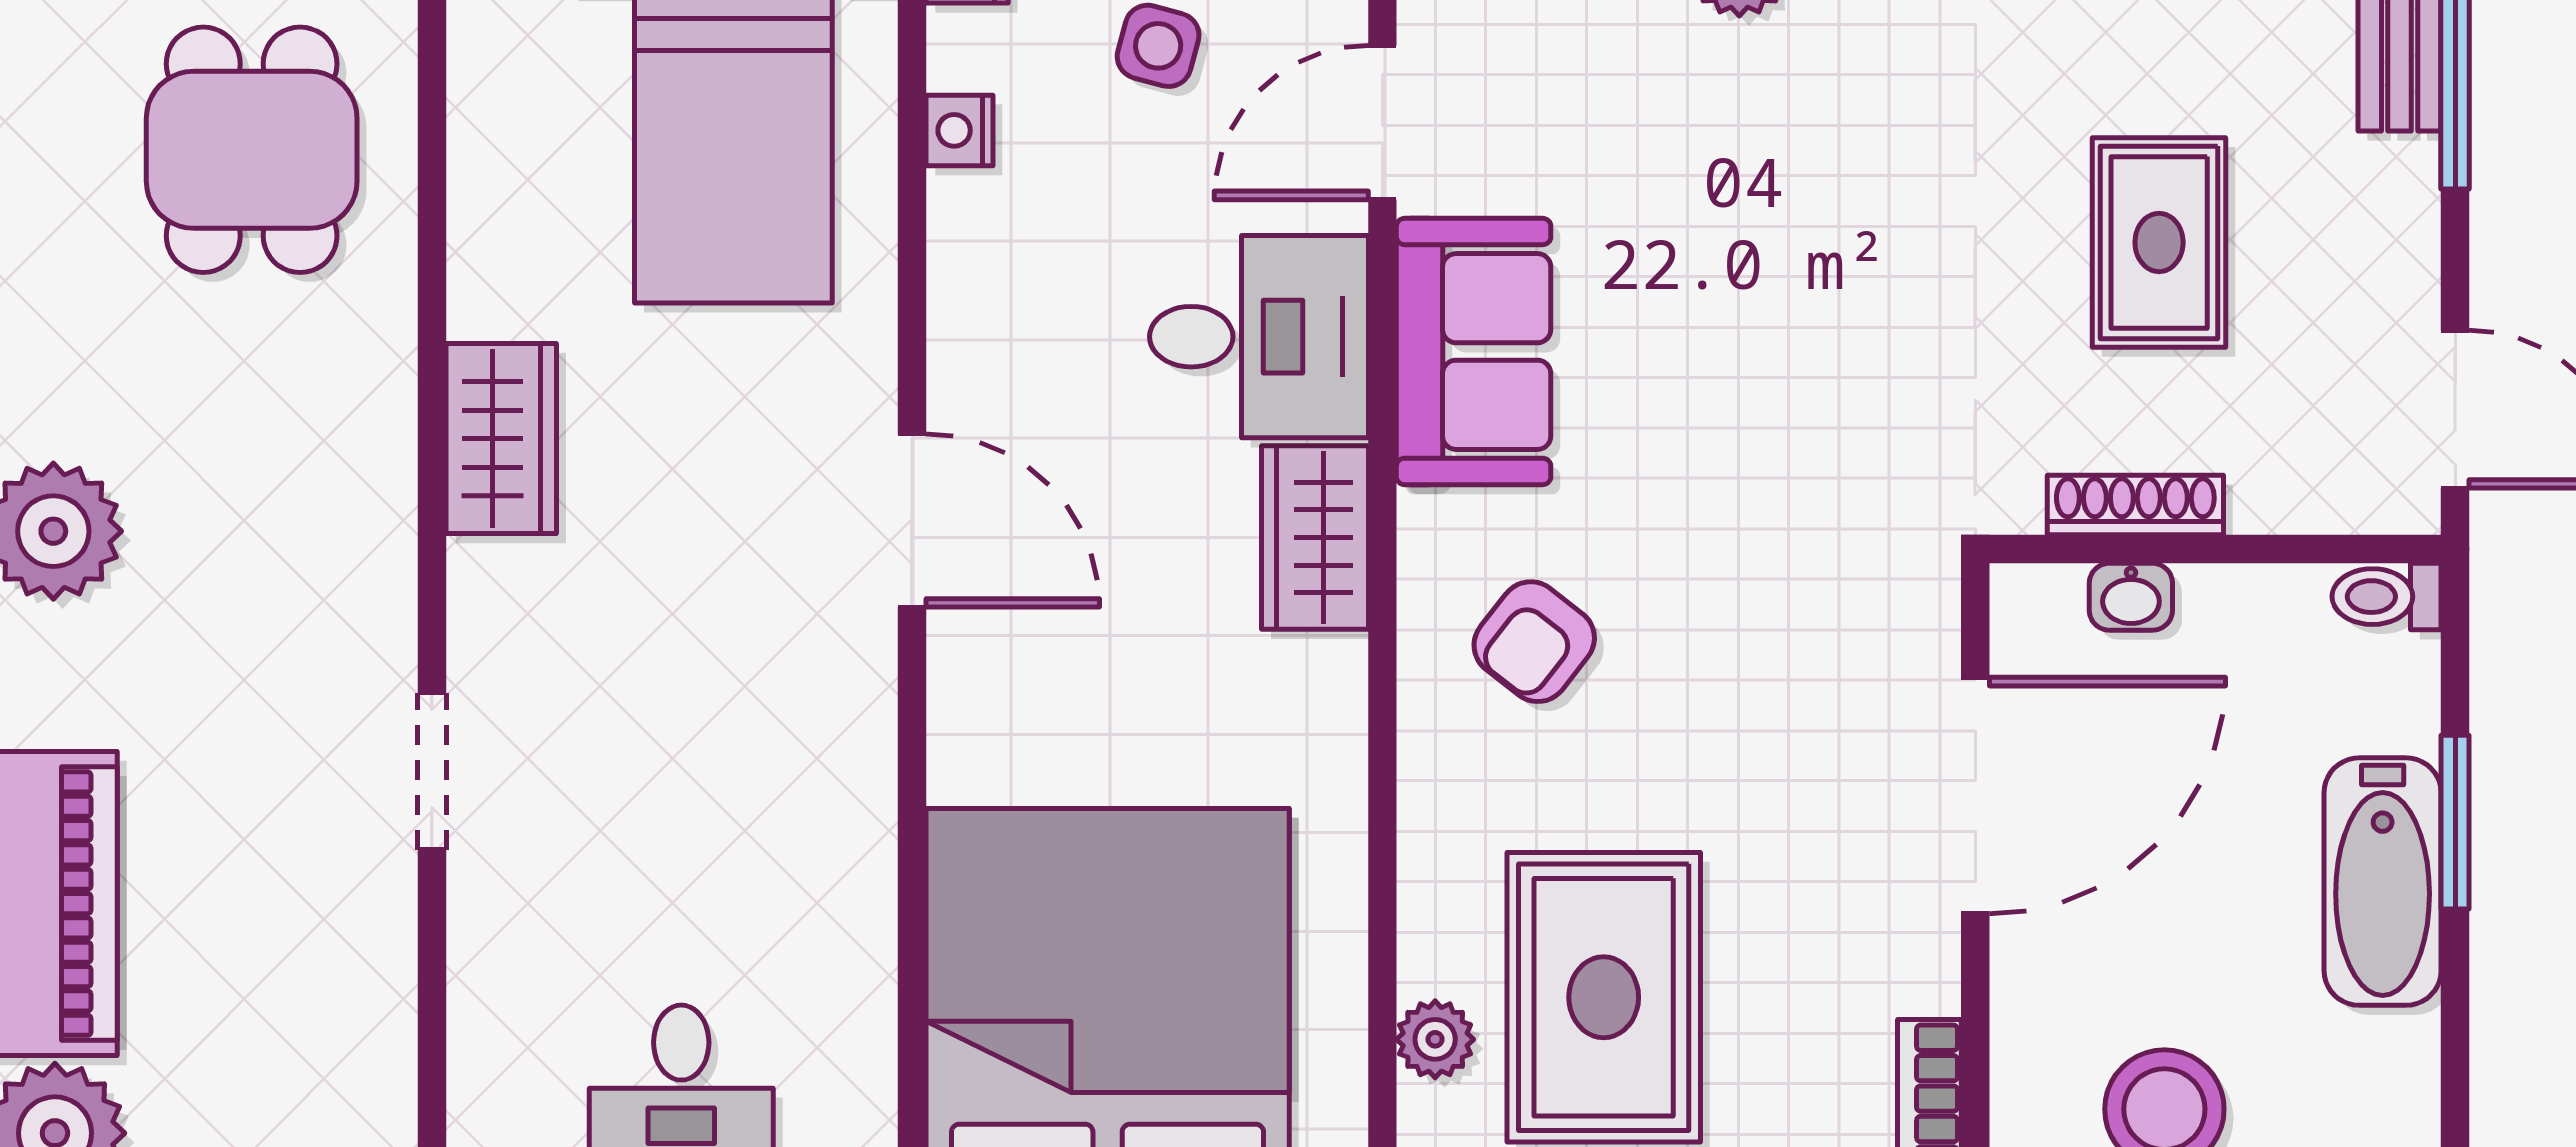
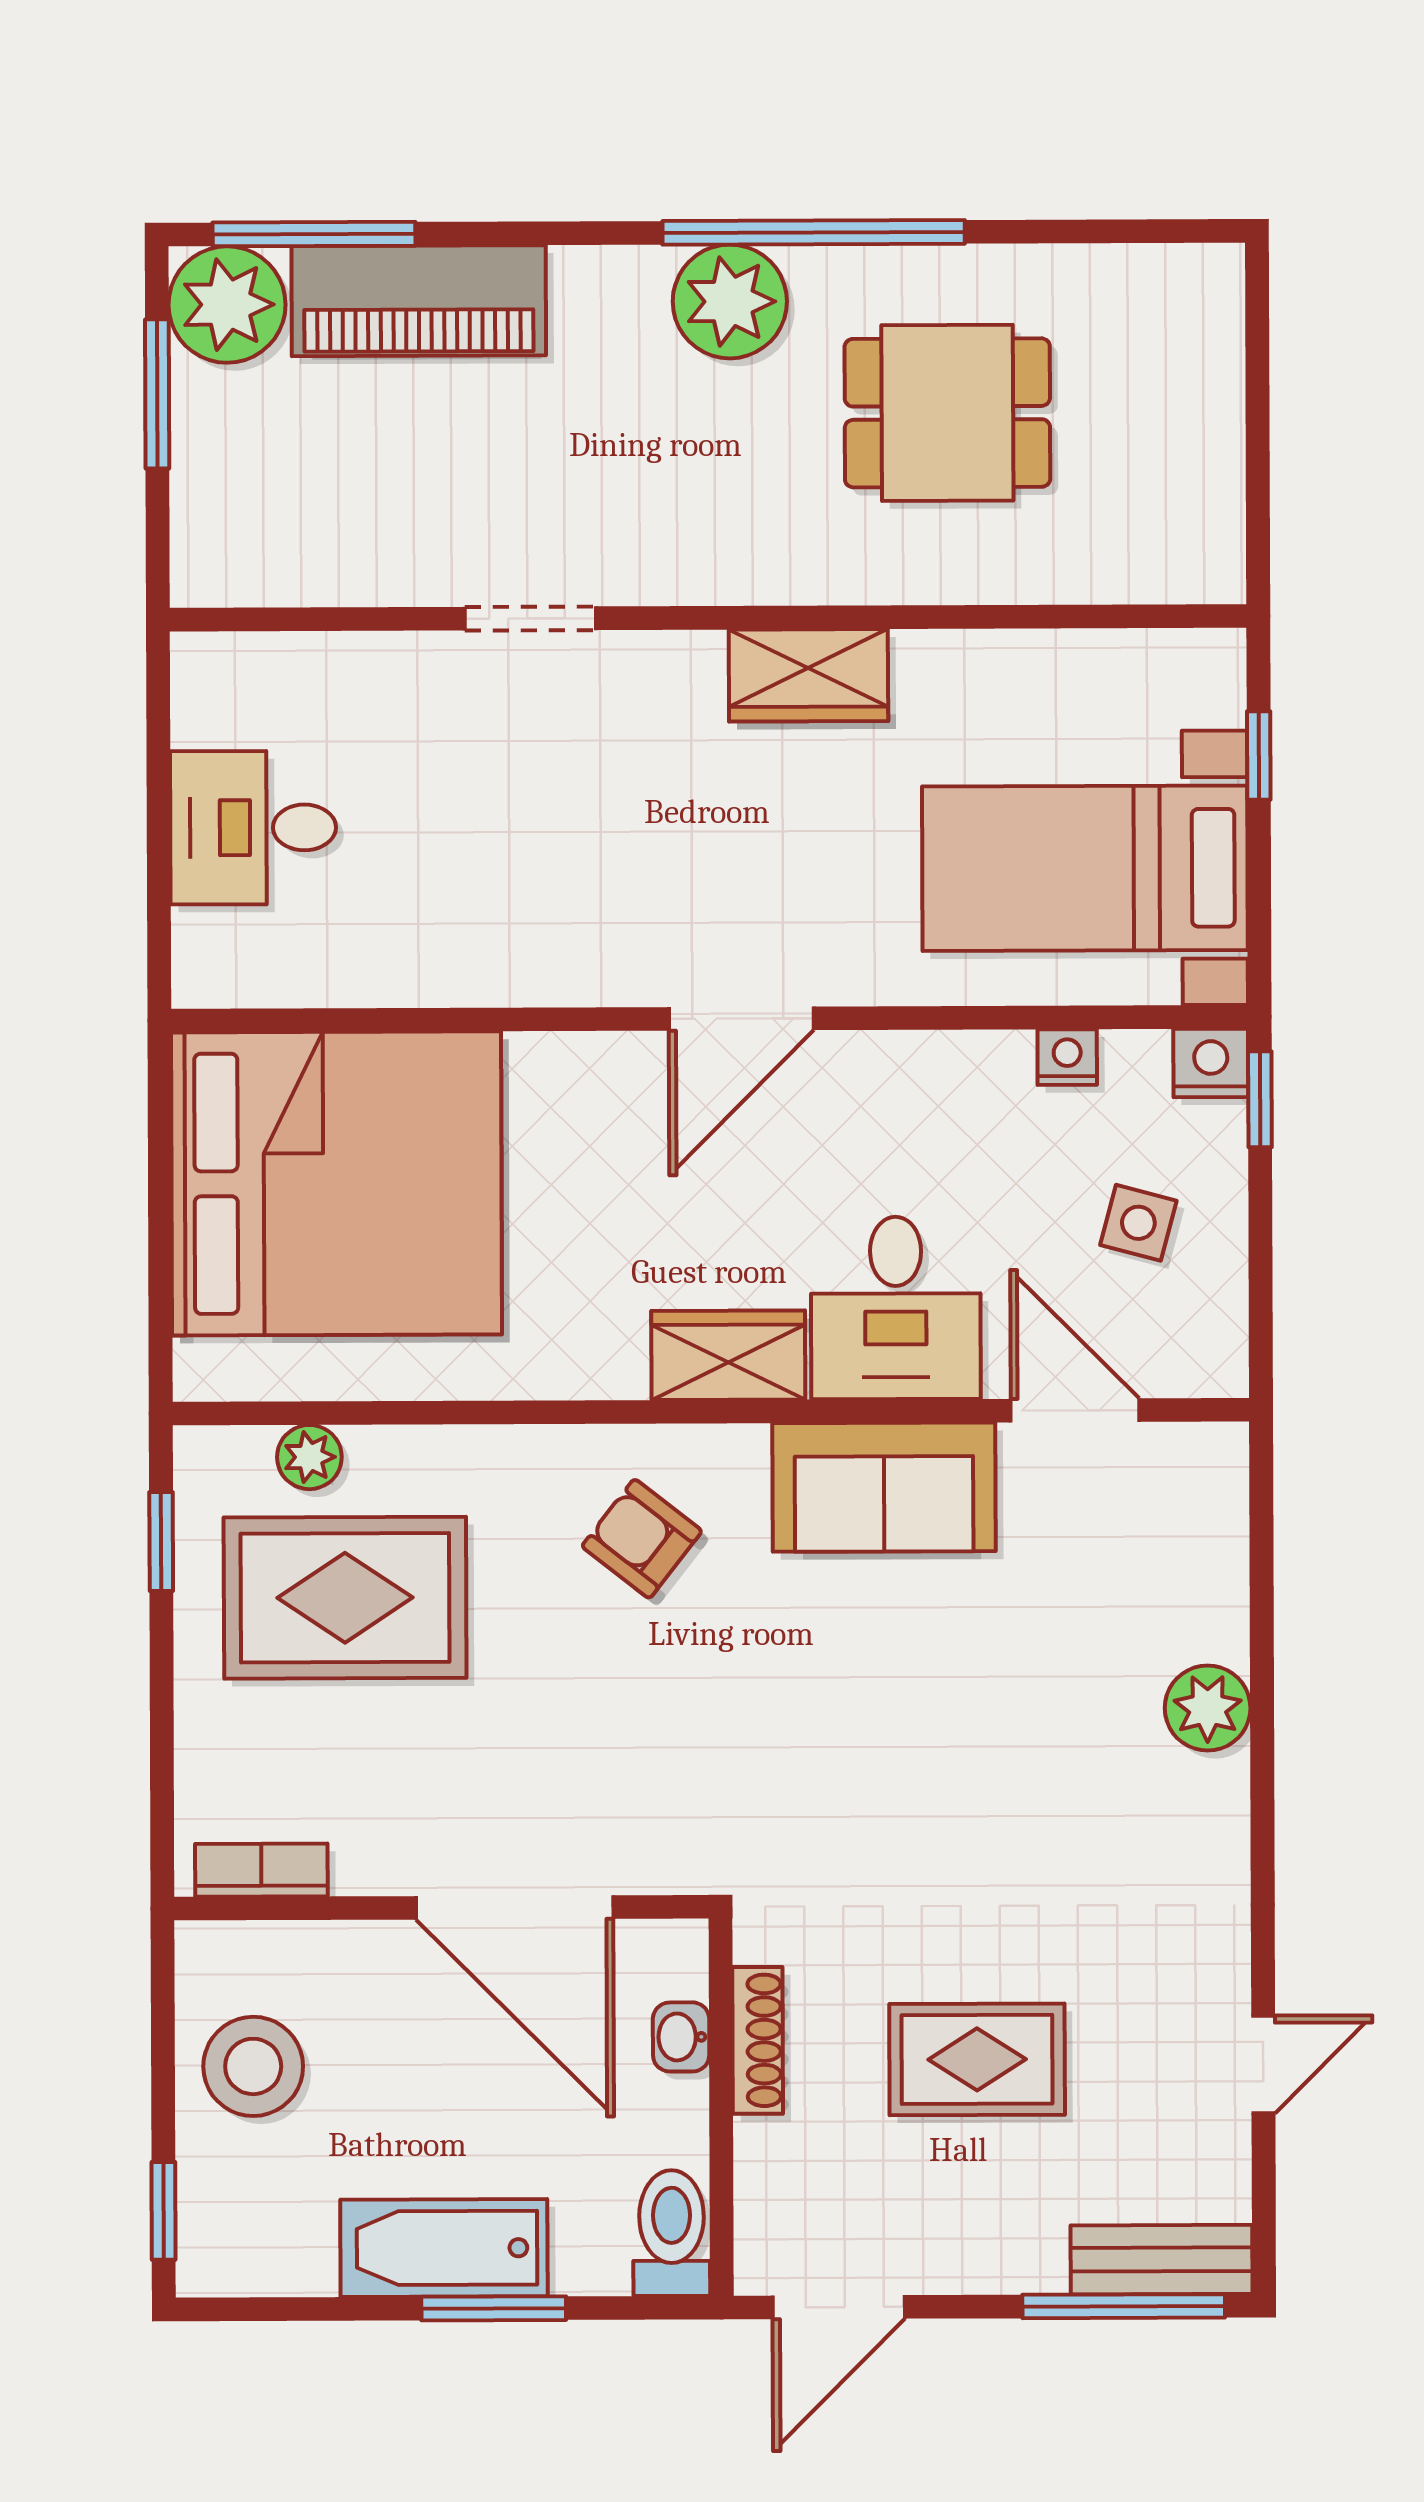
dining table: (252, 150) -> (947, 413), moved
toilet: (2387, 597) -> (672, 2233), width x1.37, depth x1.39

